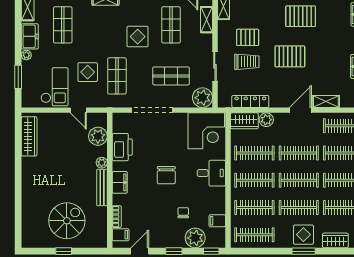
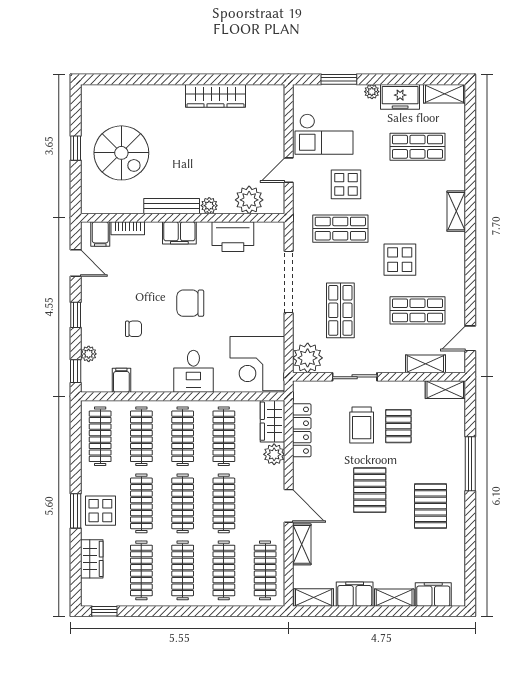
wardrobe: (29, 136) -> (215, 96), moved
plant: (195, 238) -> (89, 354), width x0.53, depth x0.53

